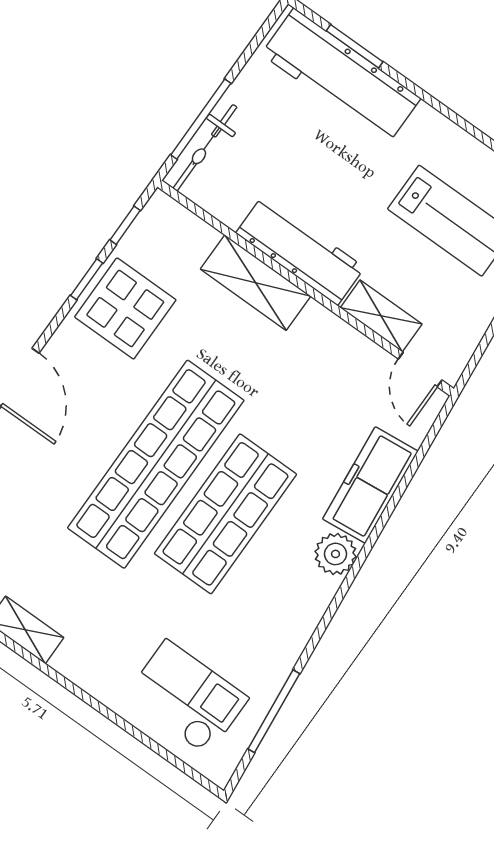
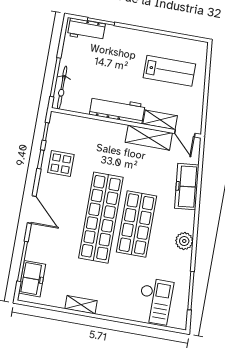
workbench: (341, 76) -> (86, 30), width x0.53, depth x0.76
shelving: (256, 283) -> (149, 138), moved
display table: (125, 308) -> (61, 164), width x0.73, depth x0.73
plant: (335, 554) -> (184, 241), moved
checkout: (187, 697) -> (155, 301), turned 90

